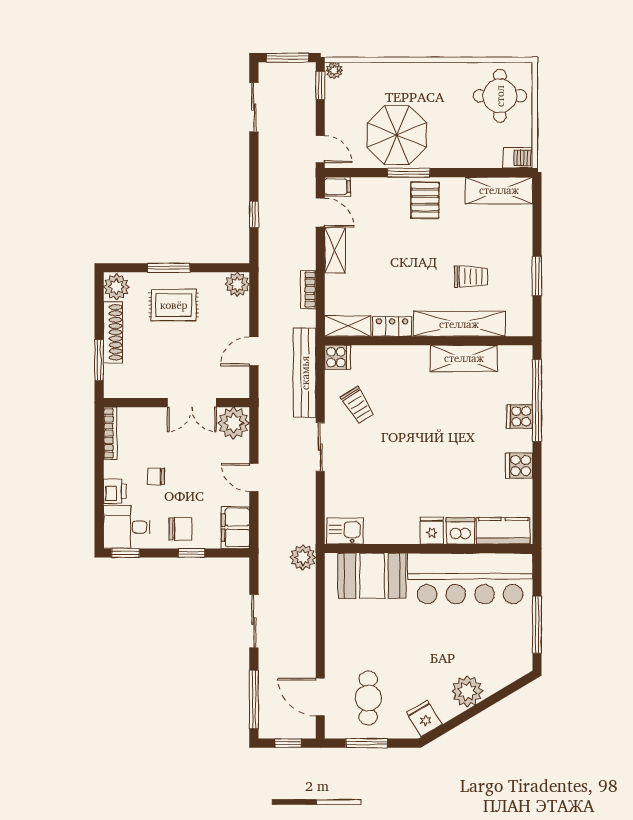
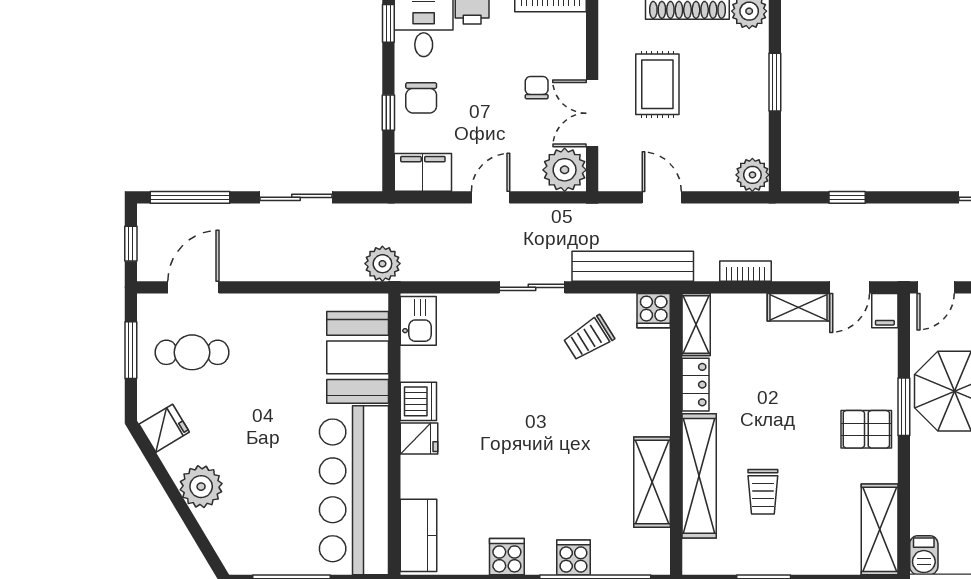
rug: (174, 305) -> (657, 84), moved
chair: (156, 476) -> (537, 88), moved
dishwasher: (461, 531) -> (418, 401), moved

